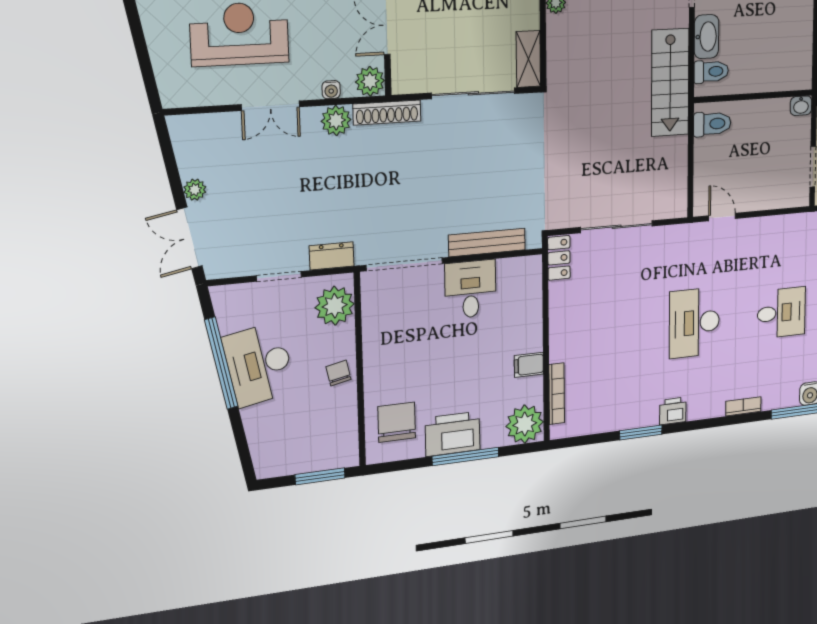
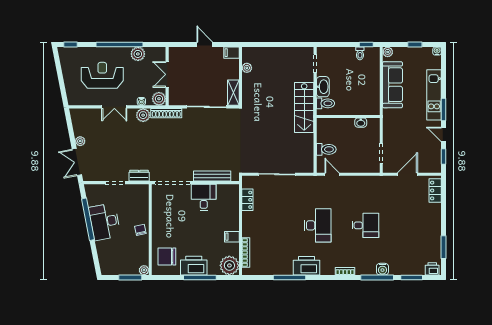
washbasin: (801, 106) -> (361, 123), moved
toilet: (712, 124) -> (326, 149), moved
locker: (559, 258) -> (247, 200), moved
plant: (335, 306) -> (144, 270), moved, width x0.53, depth x0.53
desk: (694, 323) -> (318, 225), turned 180
printer: (673, 411) -> (306, 266), width x1.87, depth x1.48
chair: (397, 422) -> (167, 256), turned -90
window: (641, 432) -> (289, 277), width x1.44

